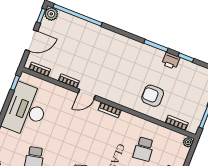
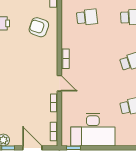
armchair: (153, 96) -> (39, 27), turned 109

